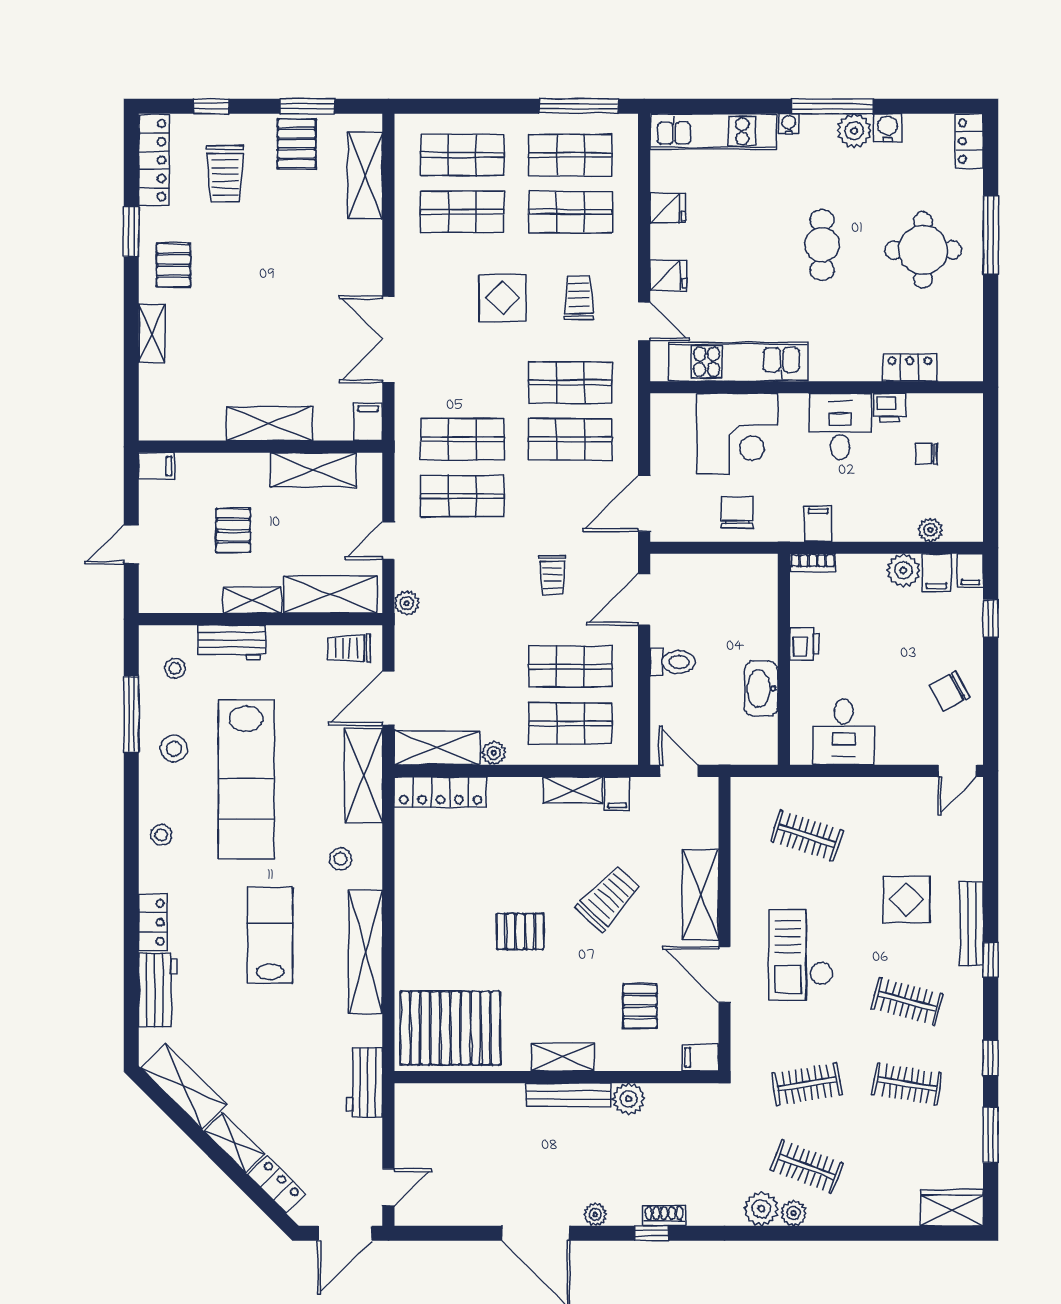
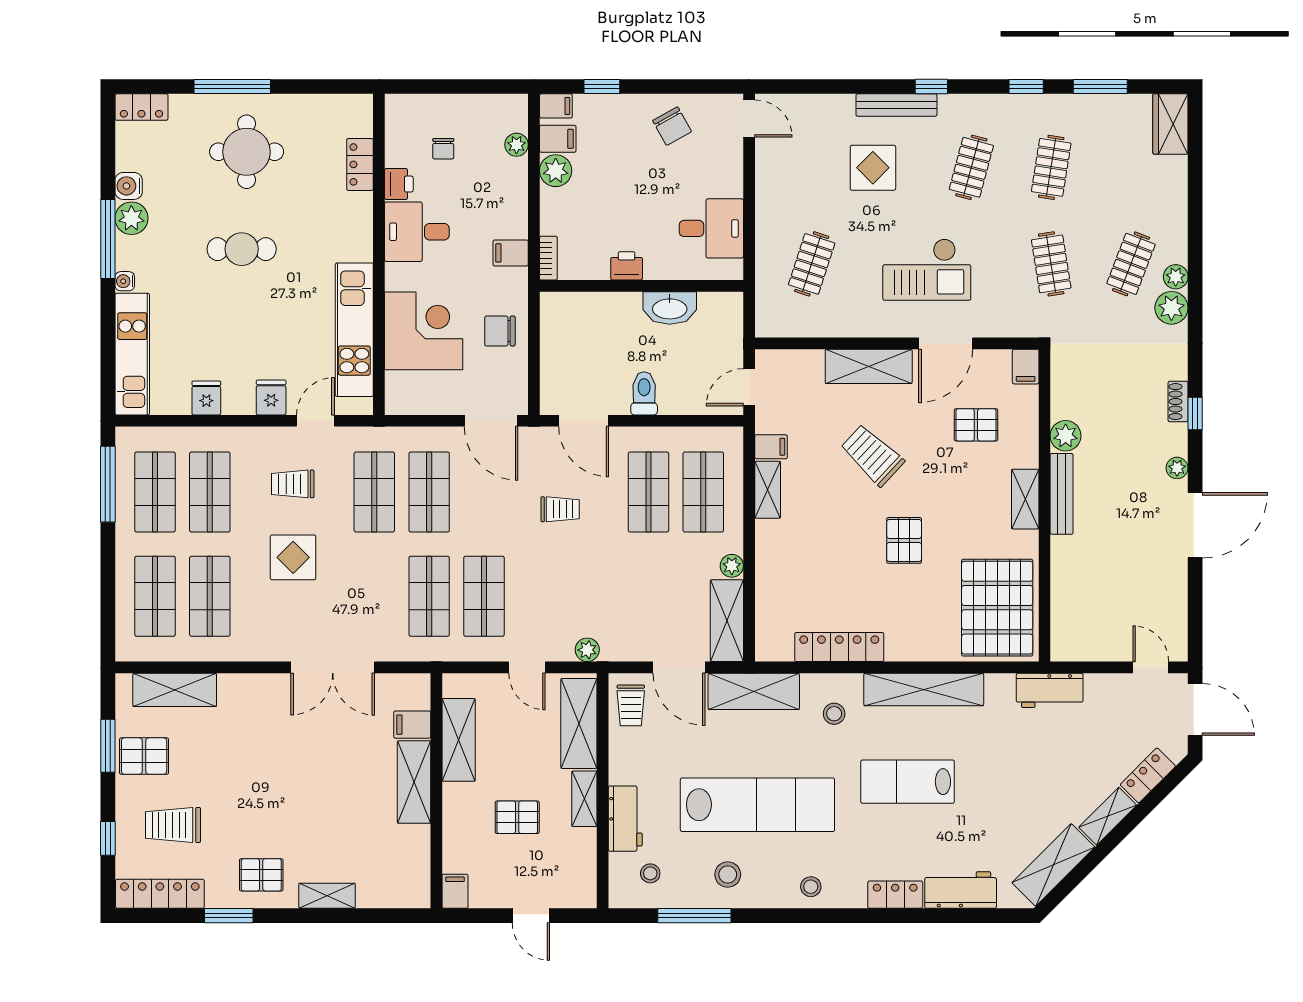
trolley: (225, 174) -> (173, 825), turned 180
filing cabinet: (368, 422) -> (412, 725), moved
locker: (441, 792) -> (839, 647), moved, turned -90

